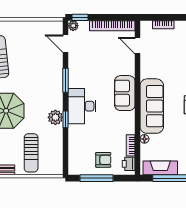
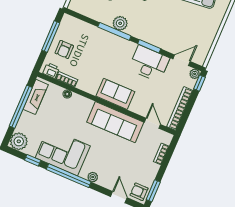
door: (138, 46) -> (153, 123), hinge flipped
desk: (82, 106) -> (149, 64), moved
sofa: (152, 106) -> (115, 122), moved
window: (66, 119) -> (114, 31), width x2.17

